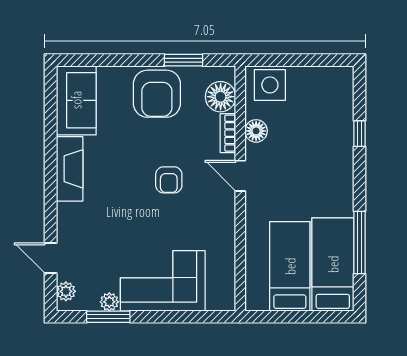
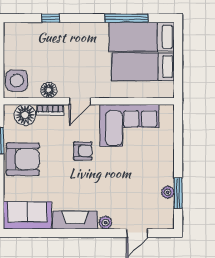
corner sofa: (163, 281) -> (129, 125), moved, turned -90
plant: (66, 291) -> (105, 223), moved

